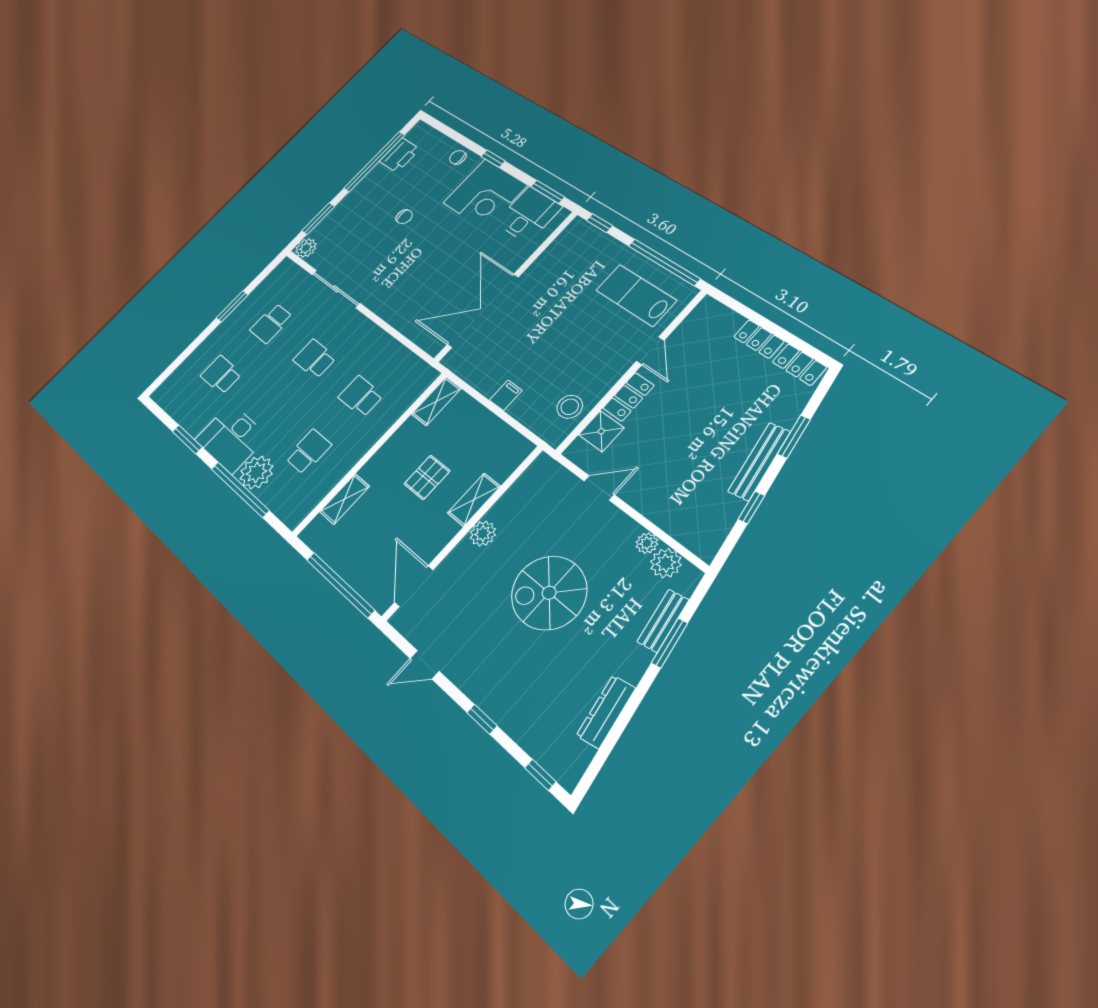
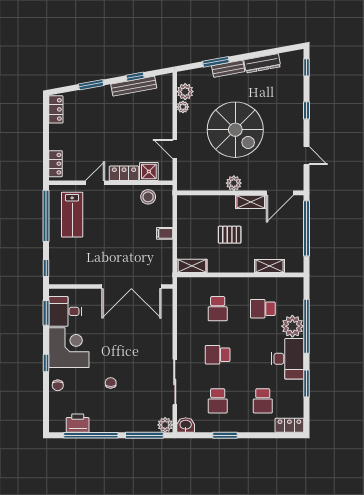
window: (318, 219) -> (144, 435), width x1.44
washbasin: (284, 270) -> (186, 425), added
school desk: (271, 323) -> (218, 401), turned 90
locker: (759, 339) -> (56, 164), moved
school desk: (315, 359) -> (218, 355), turned 90
locker: (170, 386) -> (289, 425), added
bench: (759, 462) -> (134, 86), moved
shelving: (474, 500) -> (251, 202), moved
spiral stairs: (549, 593) -> (235, 130), width x1.37, depth x1.37
bench: (663, 621) -> (228, 69), moved

